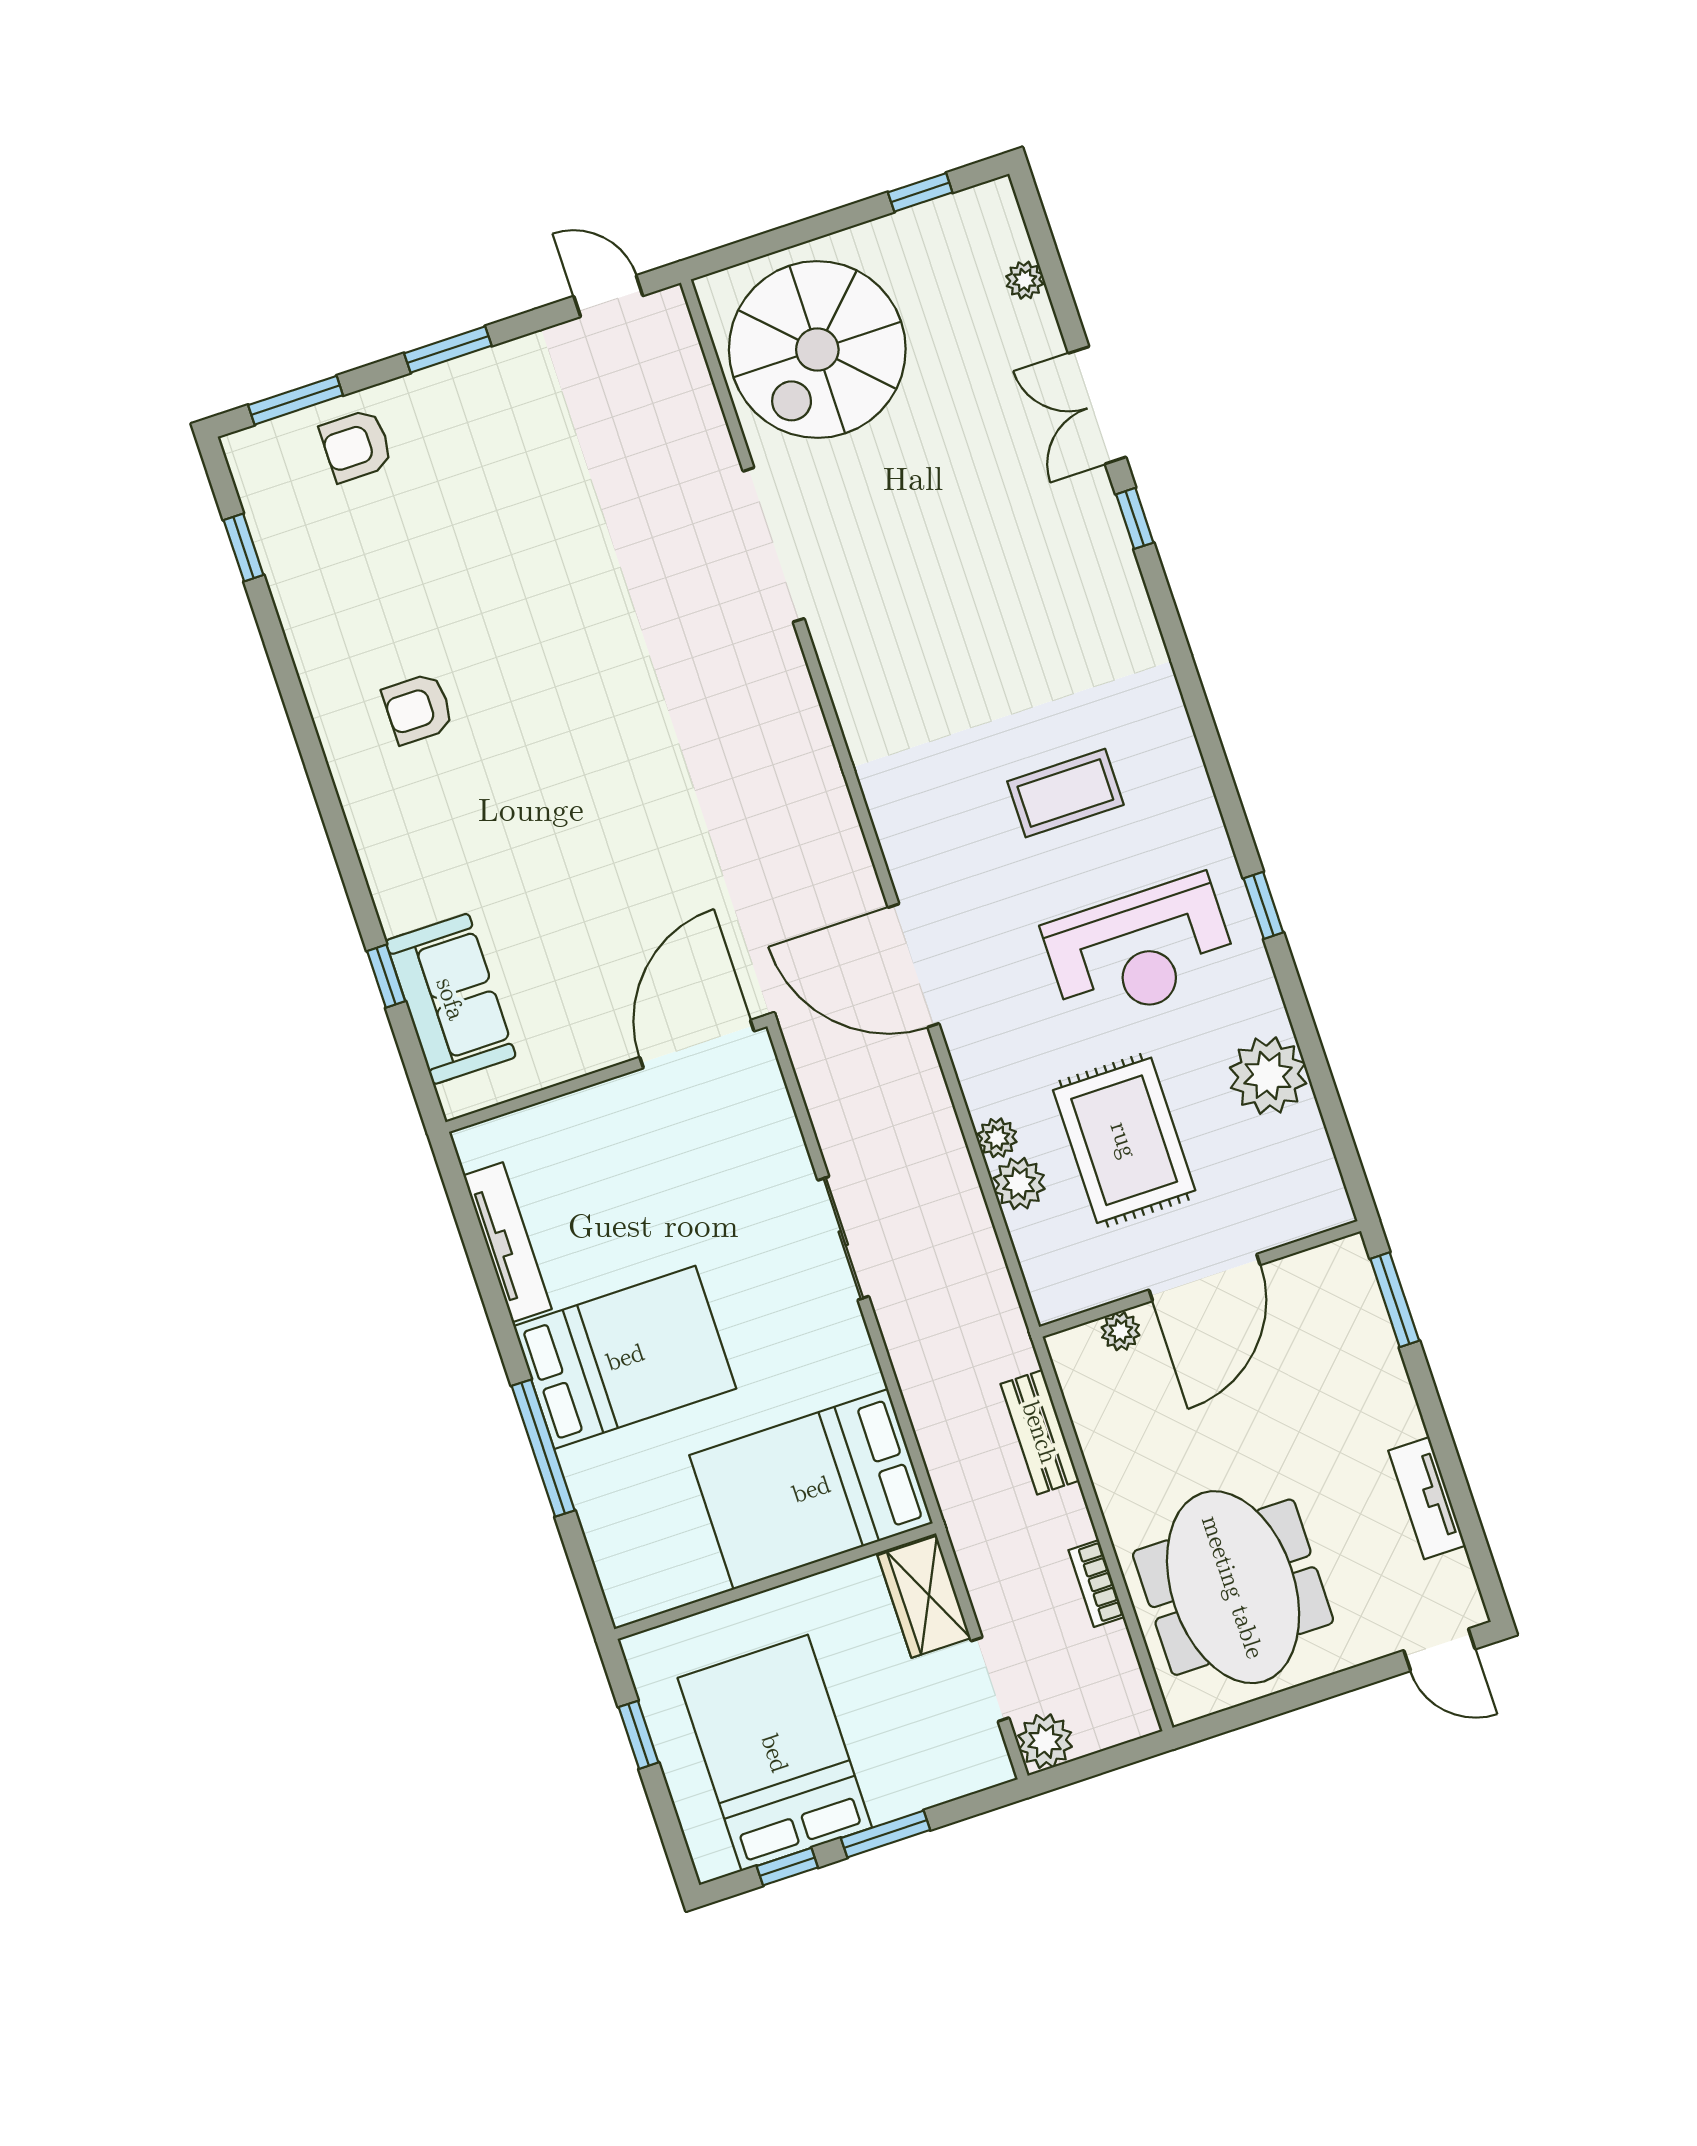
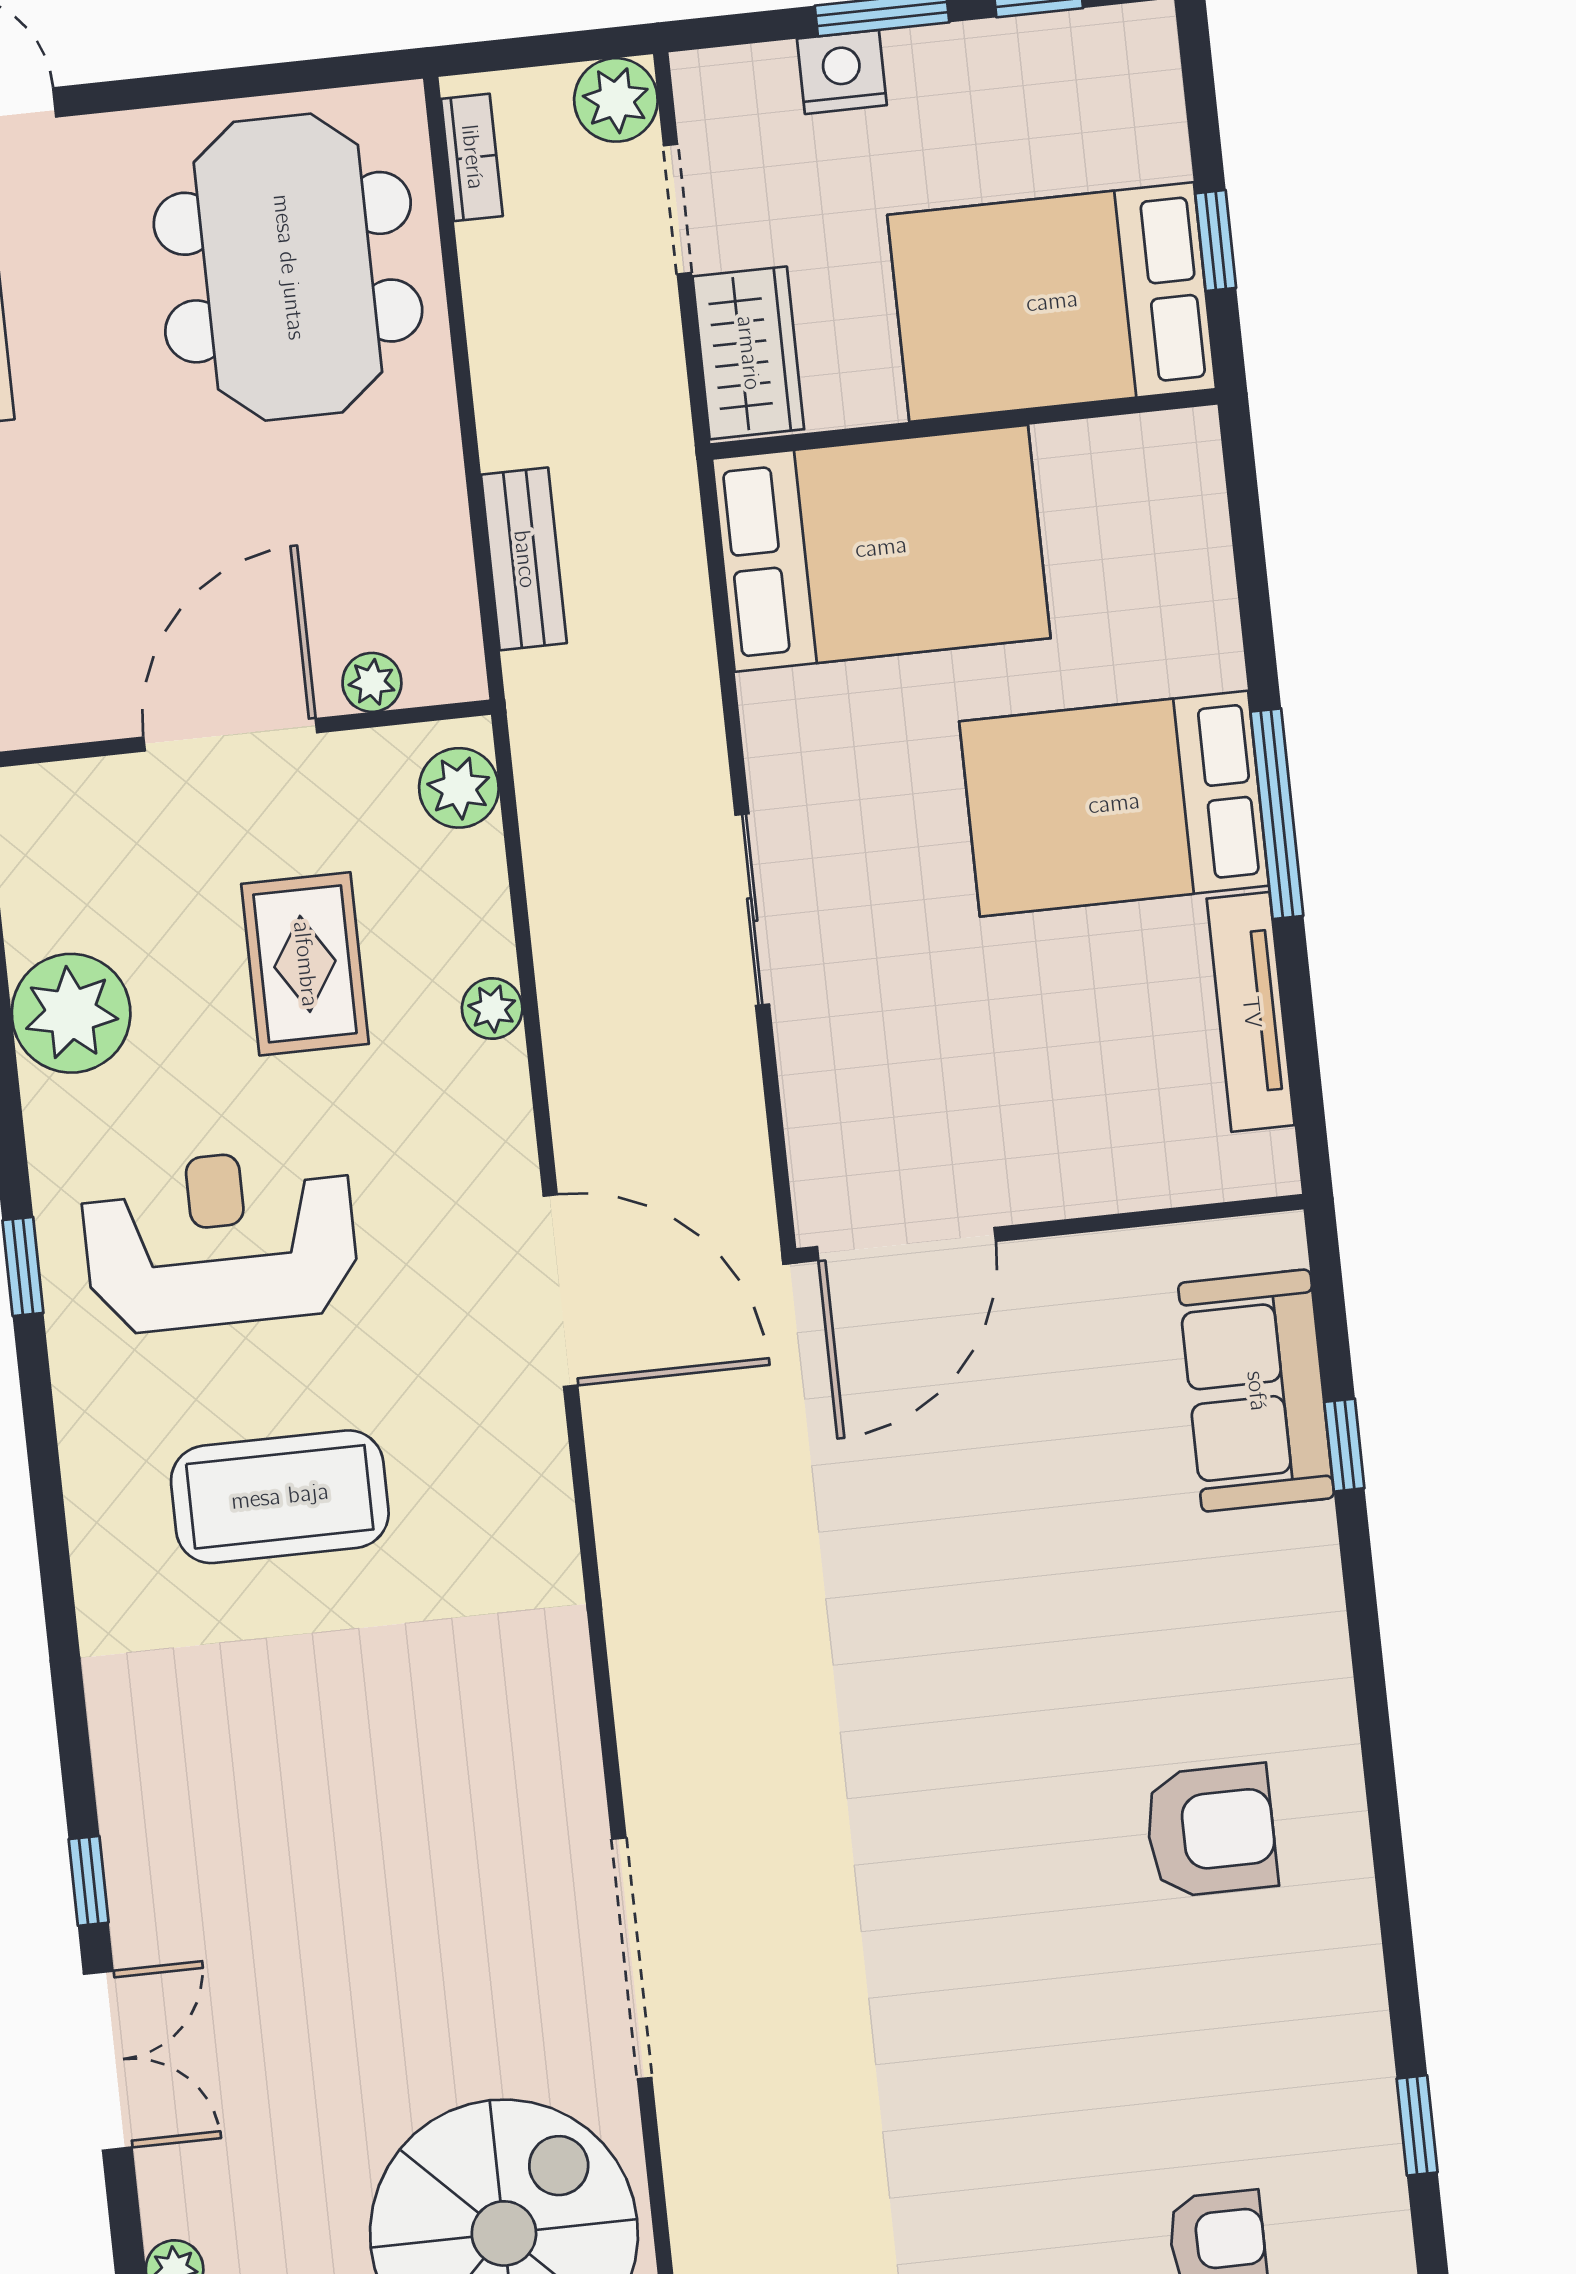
armchair: (418, 709) -> (1211, 1831), width x1.38, depth x1.38
coffee table: (1065, 793) -> (280, 1497), width x1.36, depth x1.32
rug: (1124, 1140) -> (305, 964), width x0.73, depth x0.70
plant: (1019, 1184) -> (459, 788), moved
window: (543, 1448) -> (1277, 814), moved
bookcase: (1097, 1583) -> (472, 157), moved
bed: (775, 1753) -> (1052, 302), moved, turned 90
nightstand: (903, 1791) -> (842, 72), added

